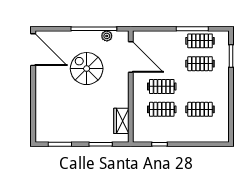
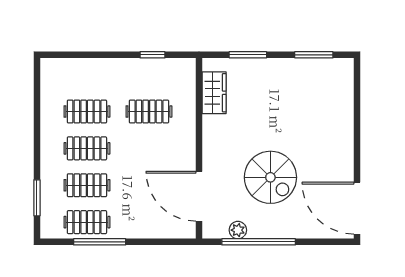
clothes rail: (162, 86) -> (87, 148), moved

